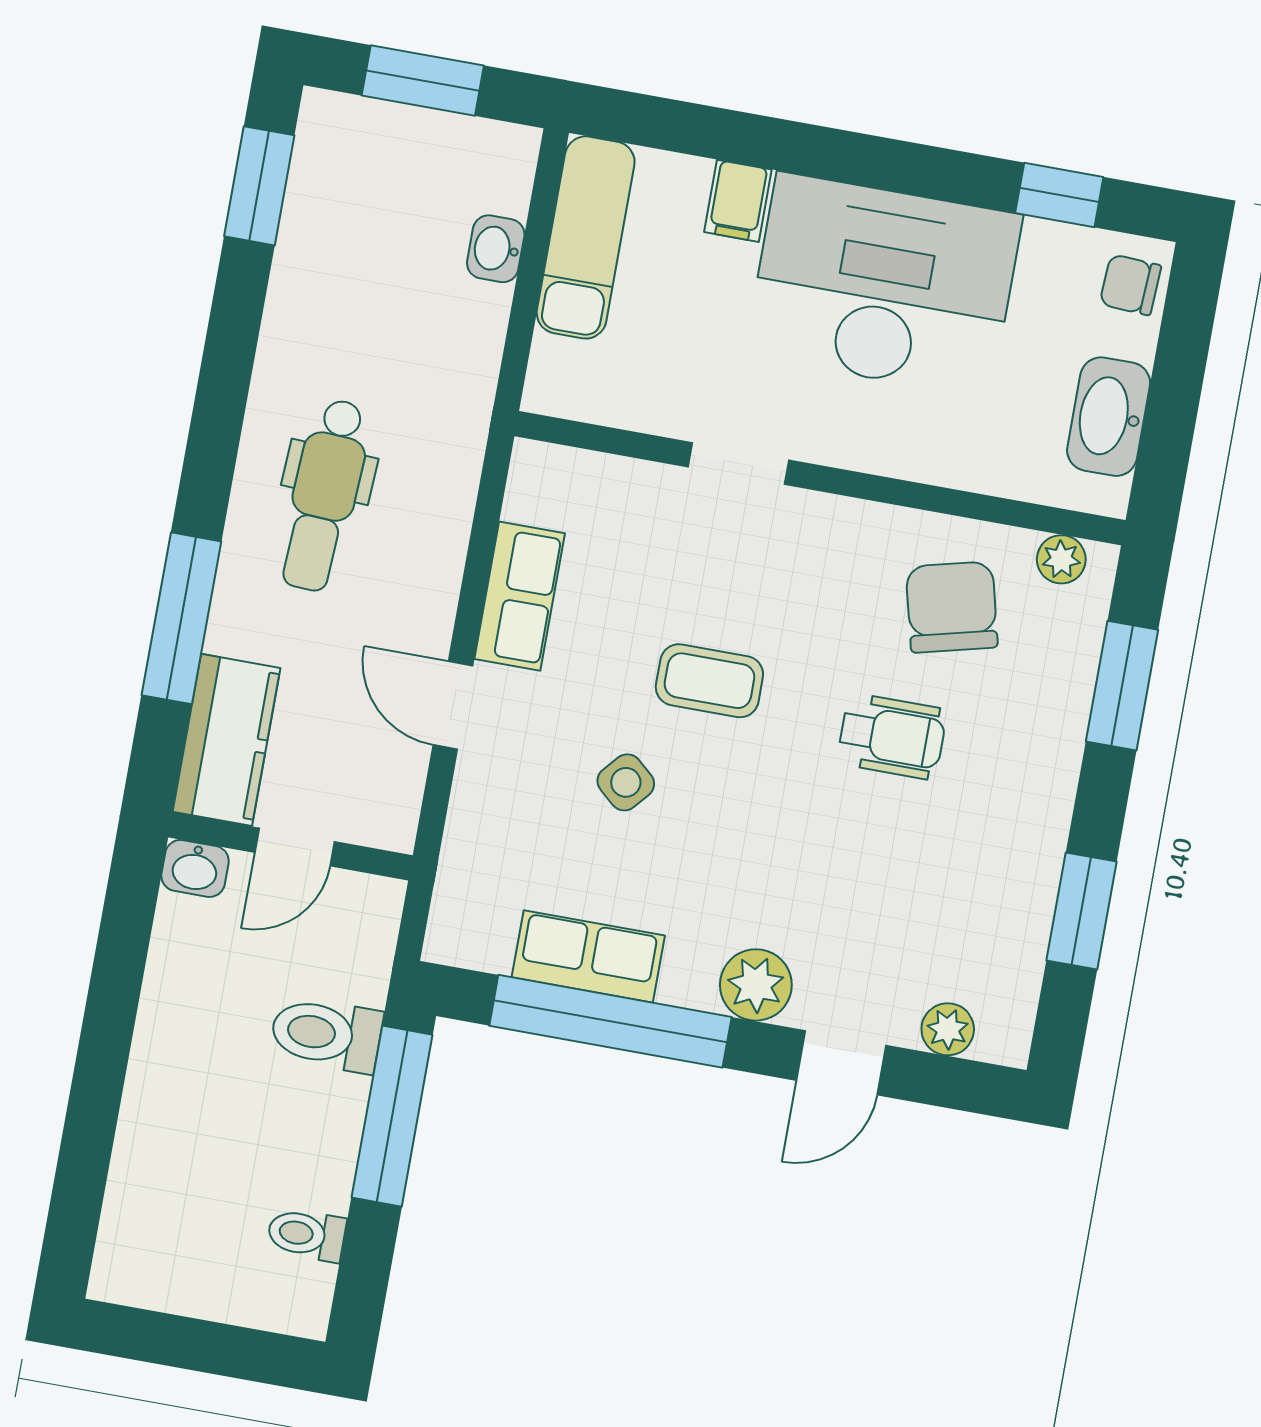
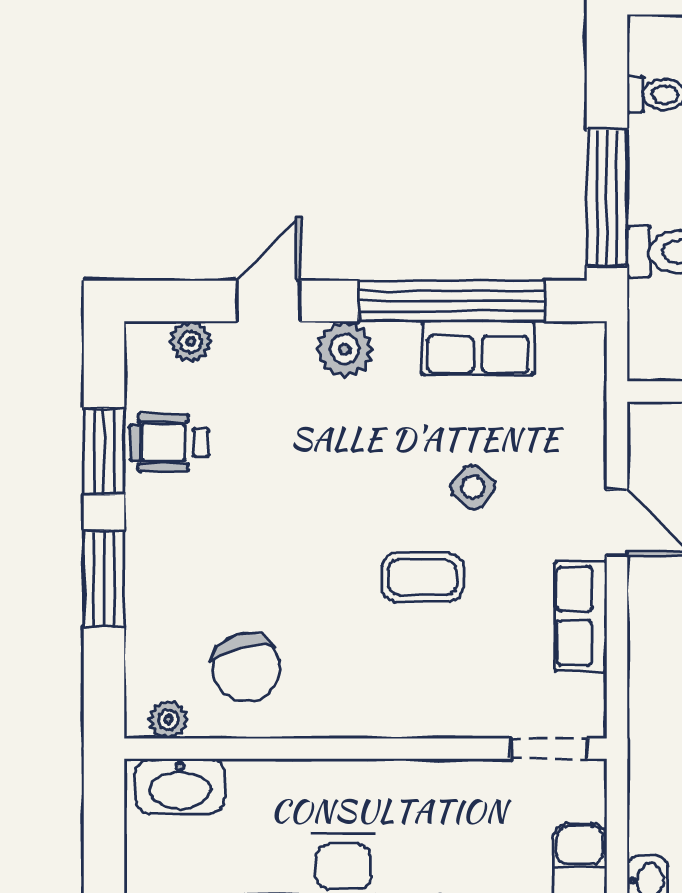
washbasin: (1109, 417) -> (180, 786), moved, turned 90
doorway: (738, 464) -> (549, 749), moved
window: (1122, 686) -> (104, 579), moved
wheelchair: (892, 736) -> (170, 443), moved

